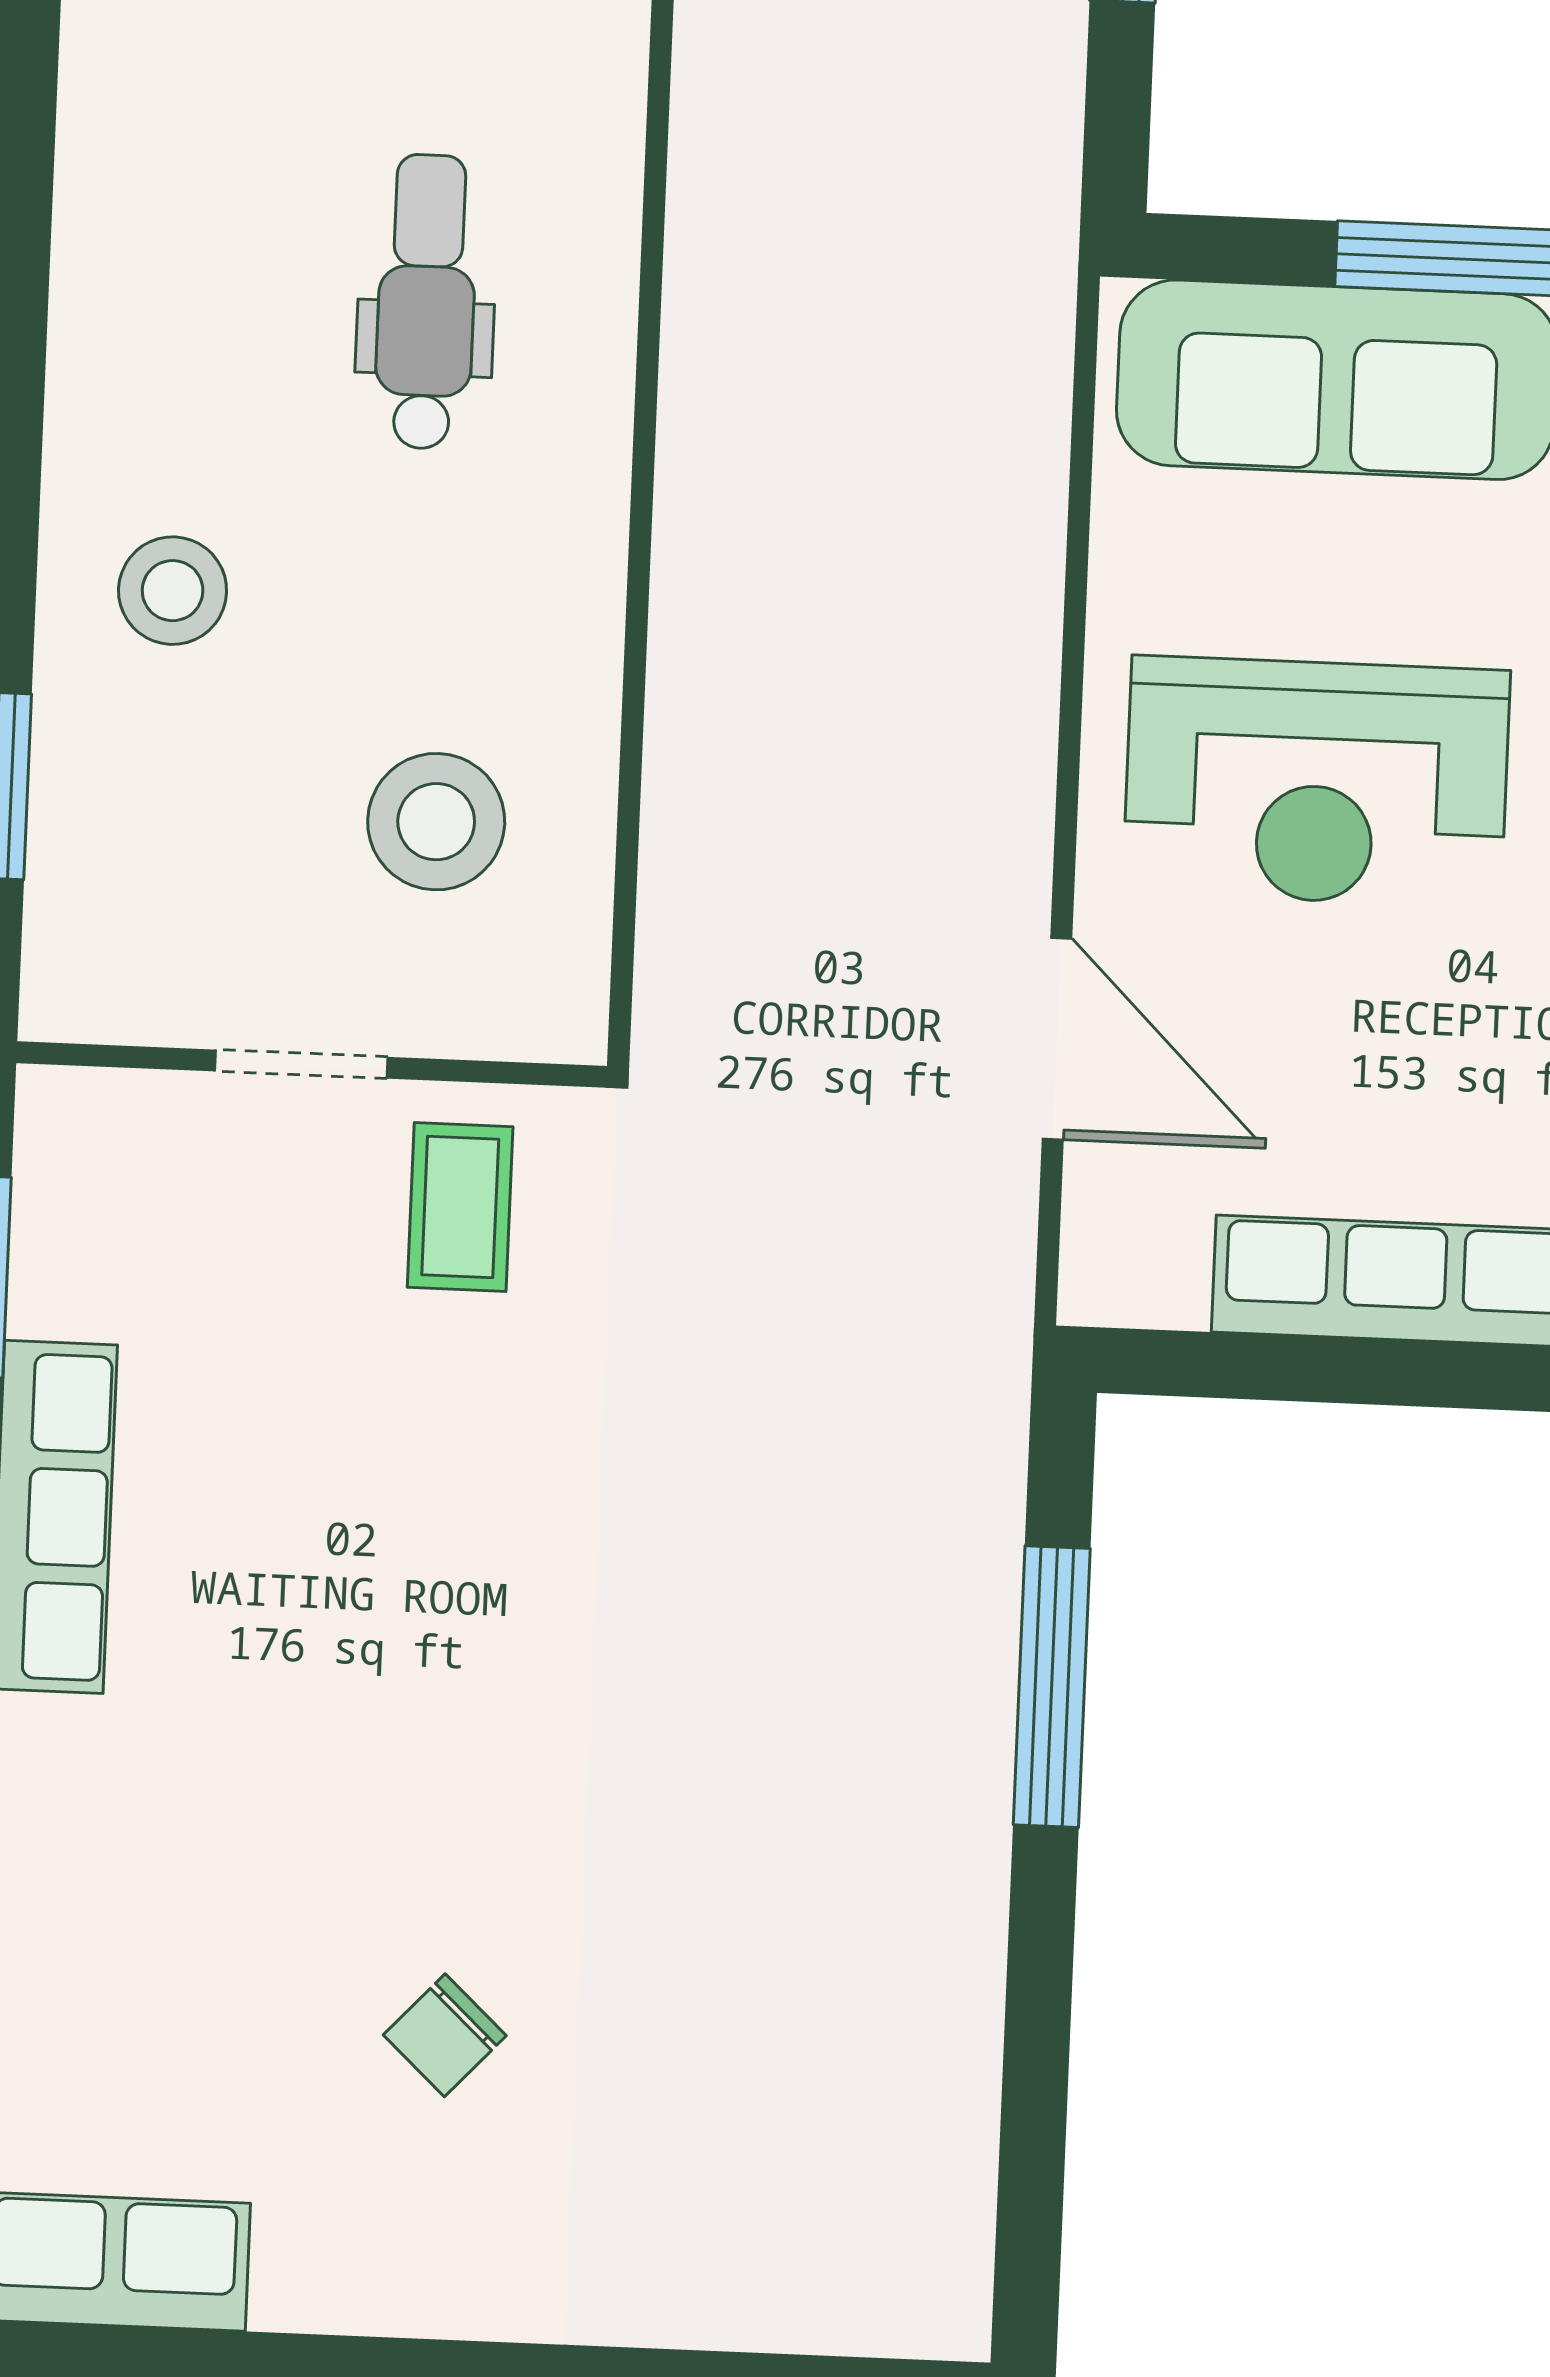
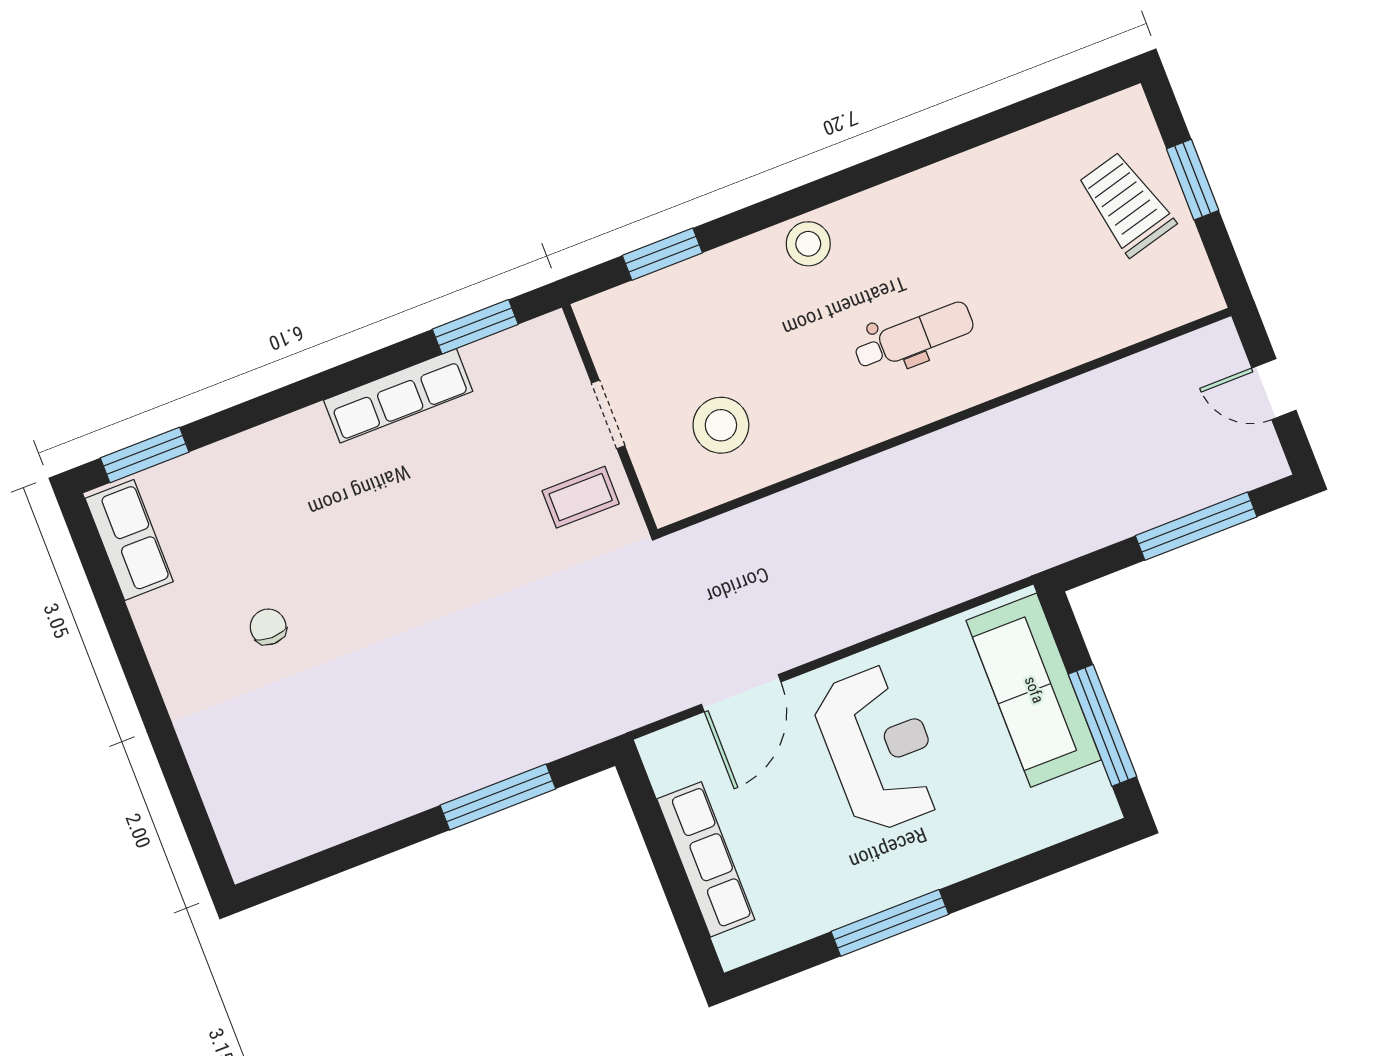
stool: (173, 591) -> (808, 244), moved
reception desk: (1316, 781) -> (880, 748), turned 180
chair: (445, 2035) -> (268, 627), turned 47

